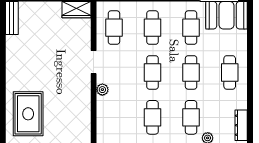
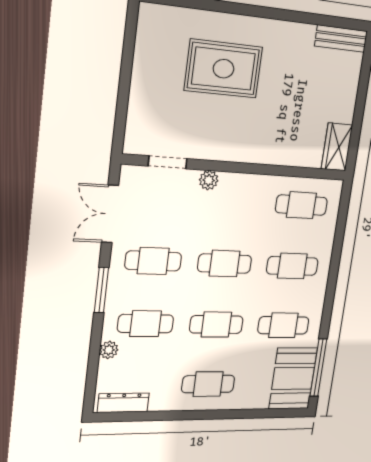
doorway: (94, 62) -> (168, 162), moved
rug: (28, 114) -> (223, 69), moved

